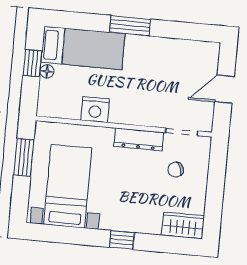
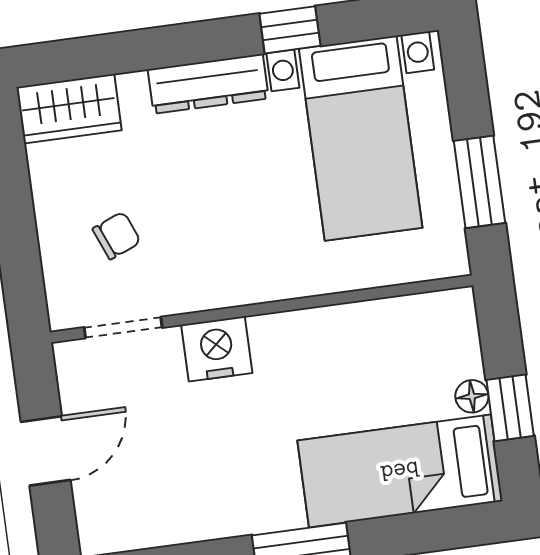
nightstand: (95, 110) -> (217, 349), moved
dresser: (139, 139) -> (208, 84), moved, turned 180
window: (122, 240) -> (290, 30), moved

